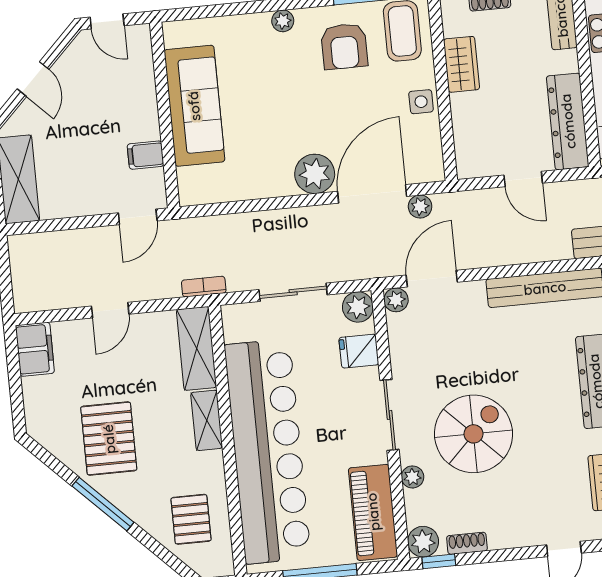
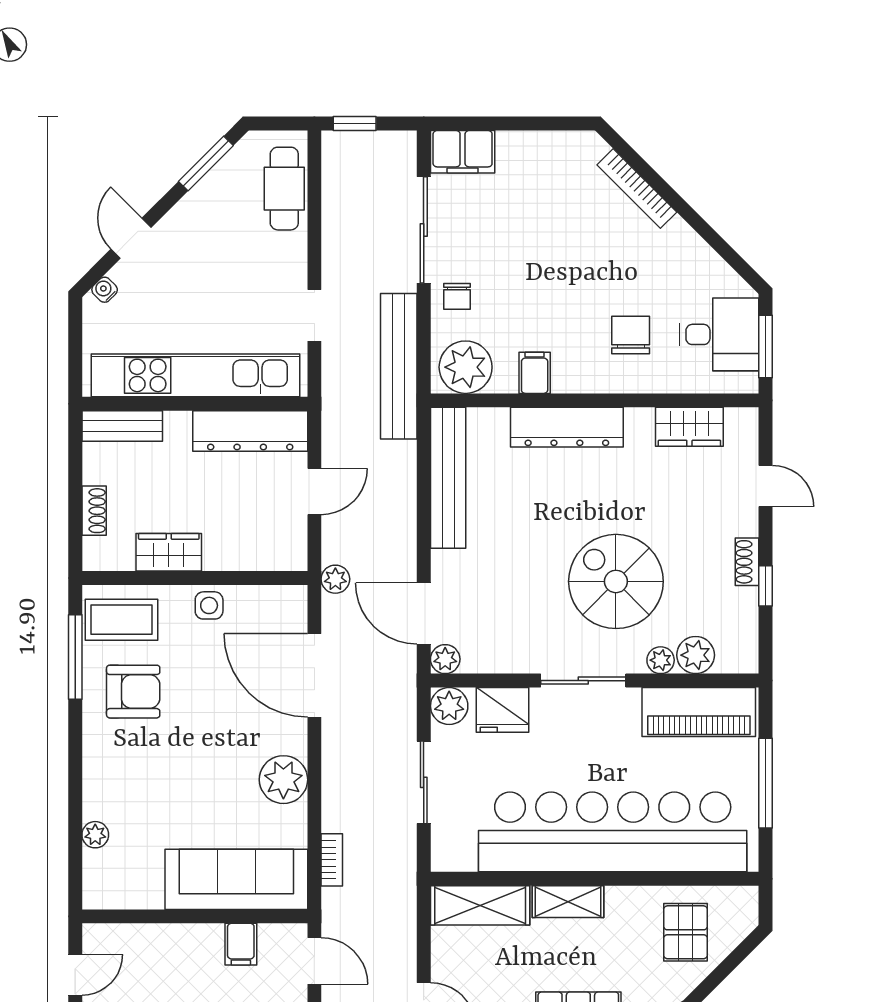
plant: (283, 21) -> (95, 835), moved
sofa: (194, 106) -> (236, 879), moved
plant: (315, 174) -> (283, 780), moved
plant: (420, 207) -> (335, 579), moved
bookcase: (204, 287) -> (332, 860), moved, turned 180
fridge: (359, 351) -> (502, 710), width x1.38
pallet: (191, 519) -> (685, 932), turned 90
plant: (423, 542) -> (696, 655), moved
shoe rack: (467, 543) -> (747, 562), moved
window: (439, 561) -> (765, 586), moved

